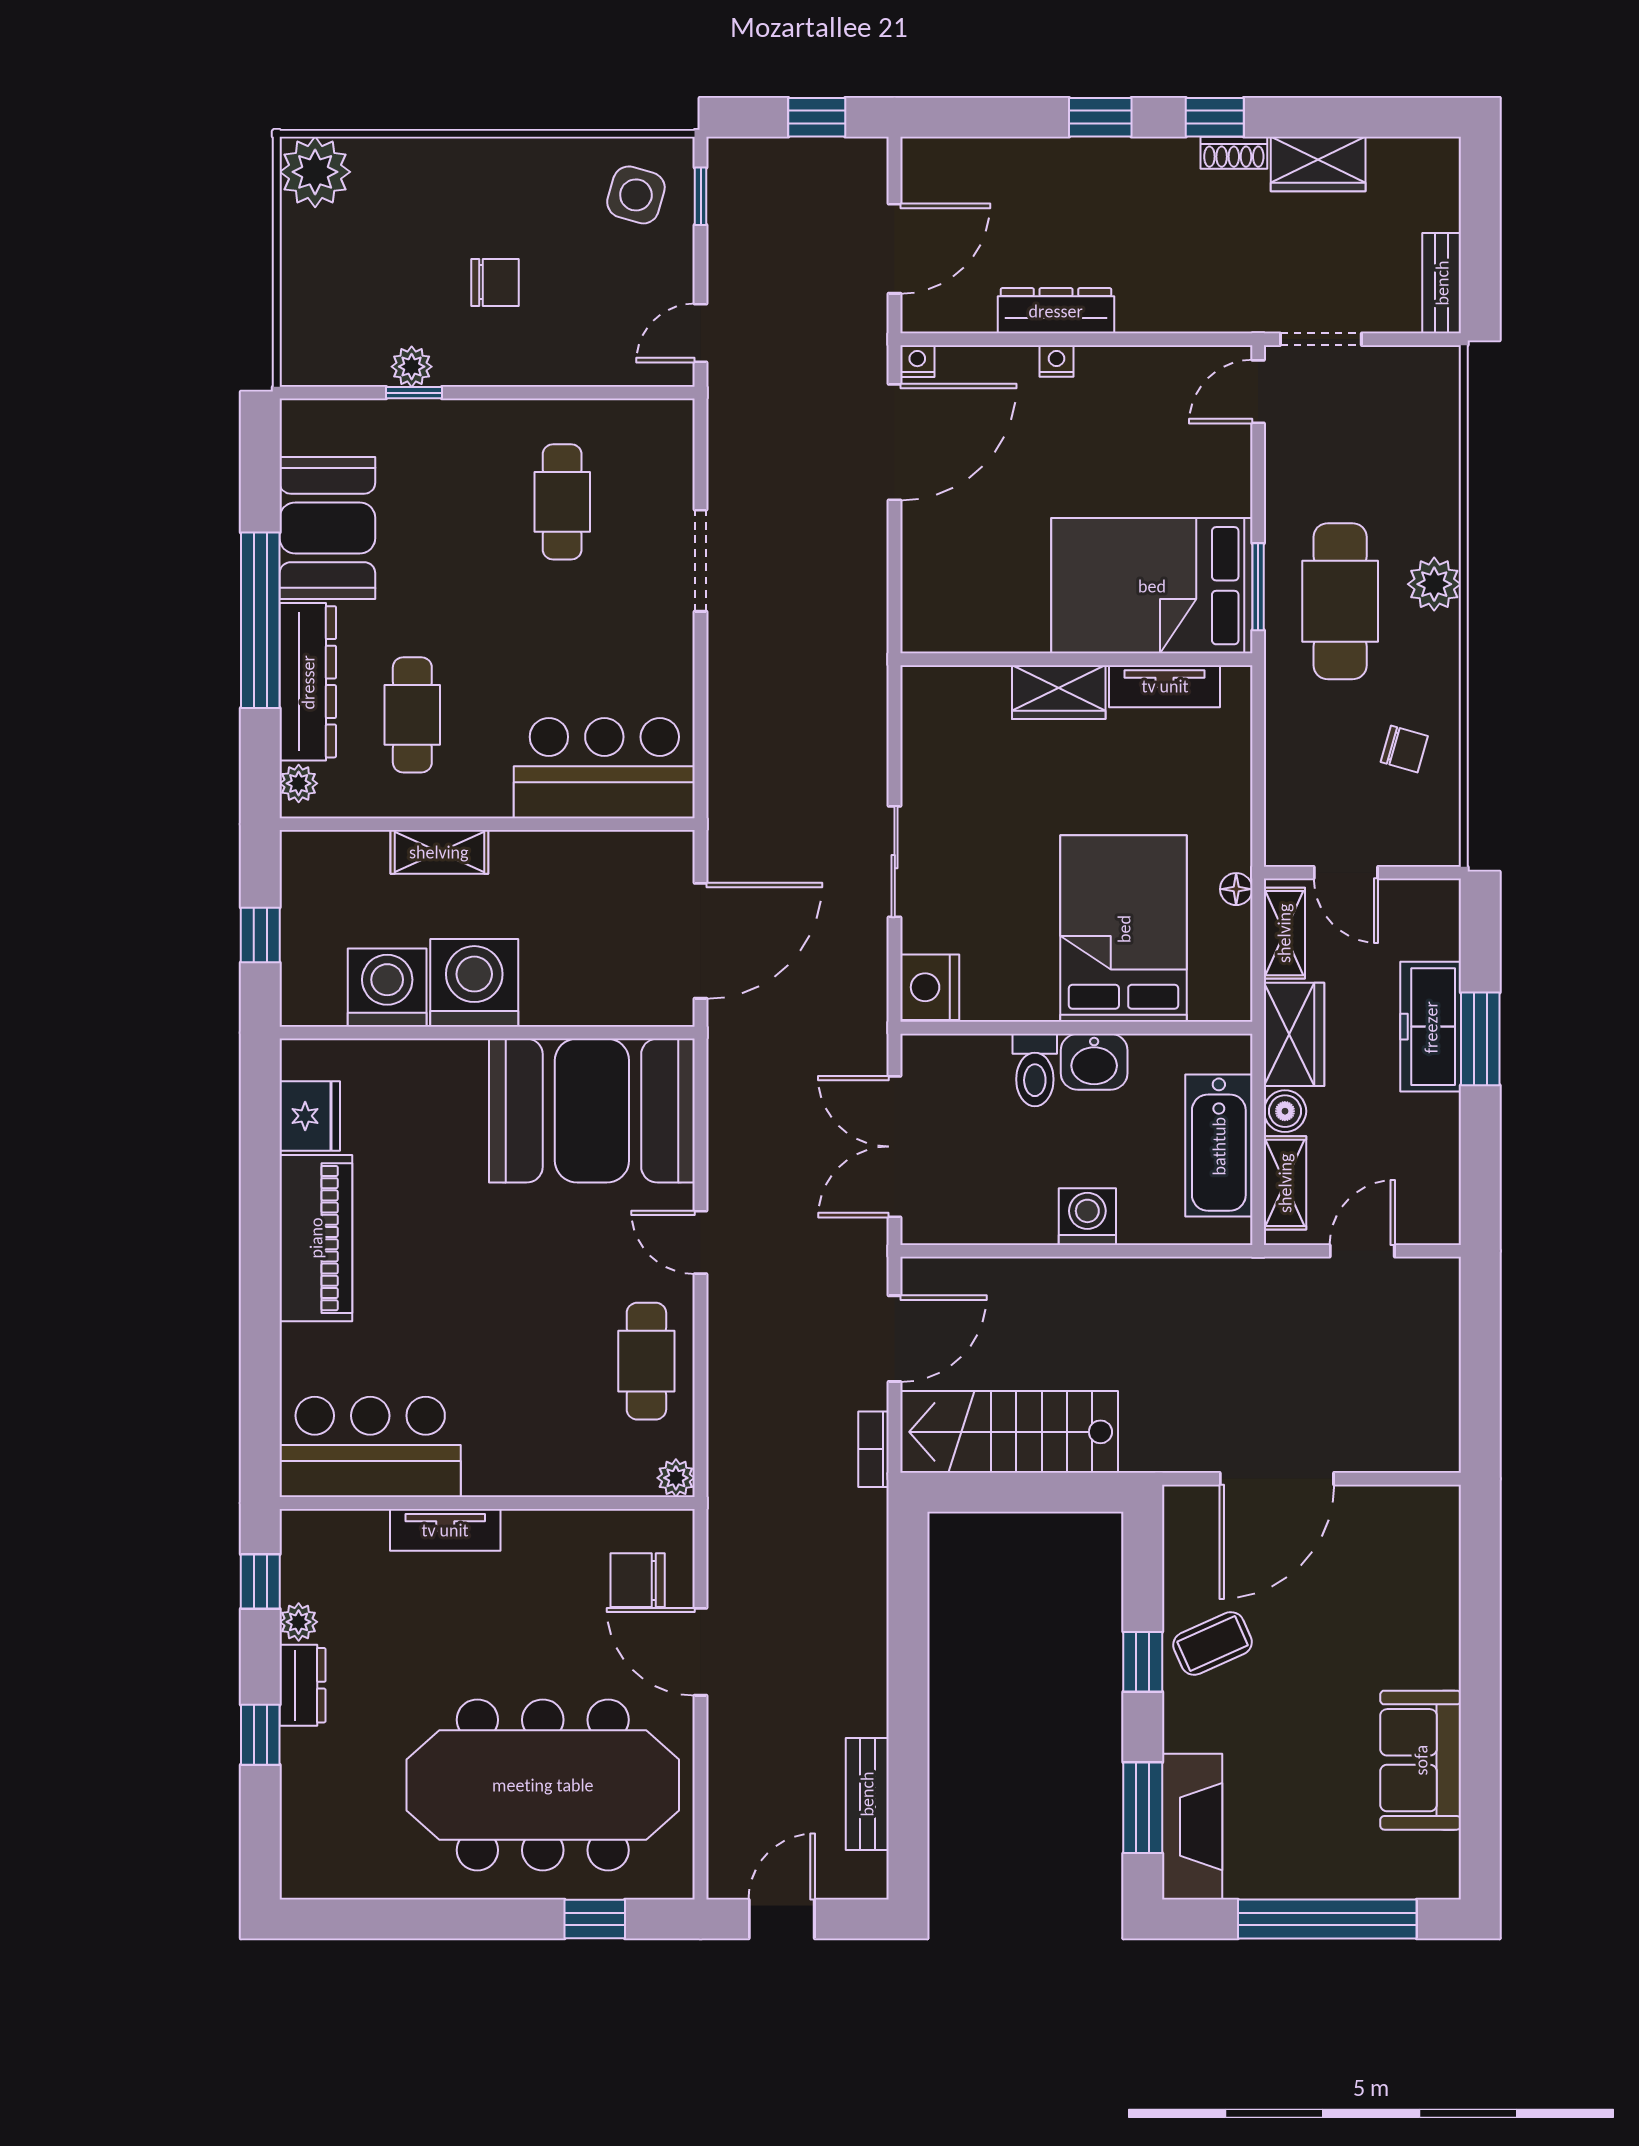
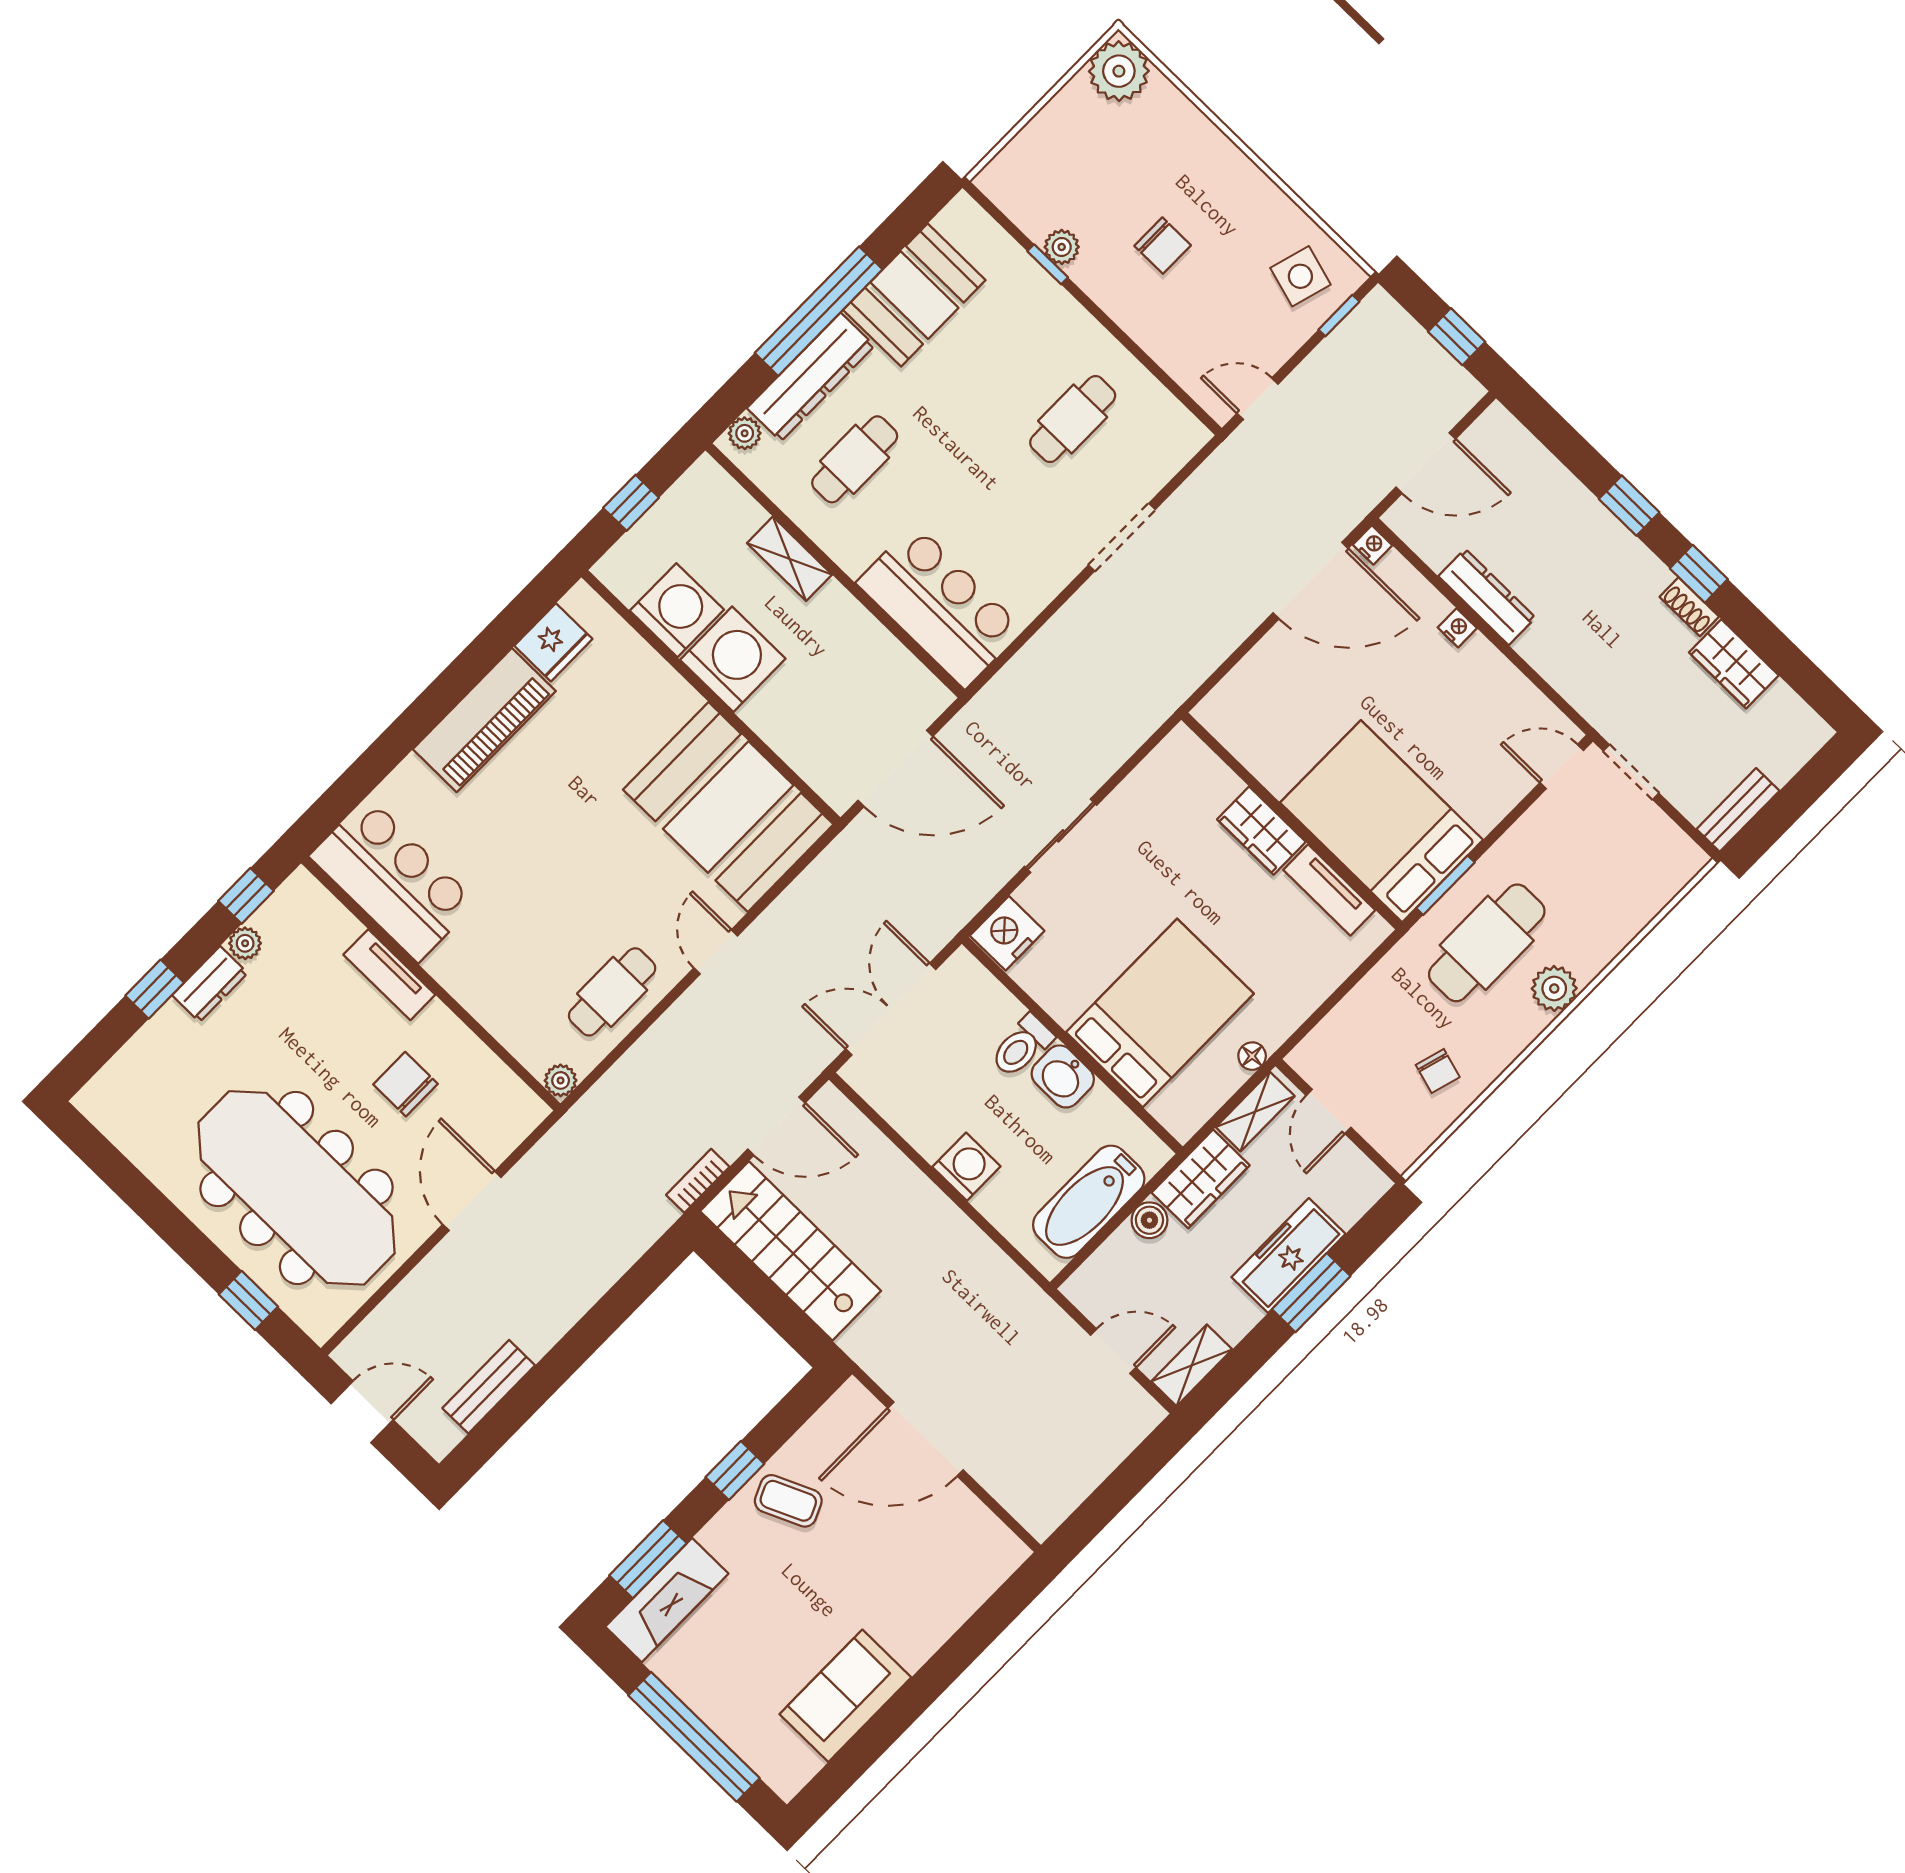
shelving: (1285, 1183) -> (1192, 1365), moved
chair: (638, 1580) -> (405, 1084), moved

